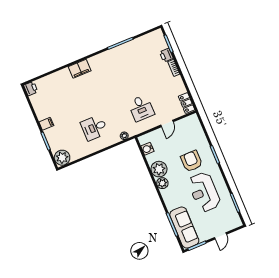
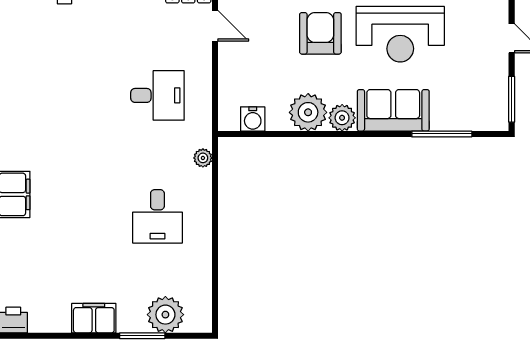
door: (167, 123) -> (215, 26), moved
filing cabinet: (46, 124) -> (94, 318), width x2.00
plant: (62, 158) -> (165, 315), moved
armchair: (192, 161) -> (320, 33), turned 90
sofa: (184, 228) -> (393, 110), moved, width x0.73

